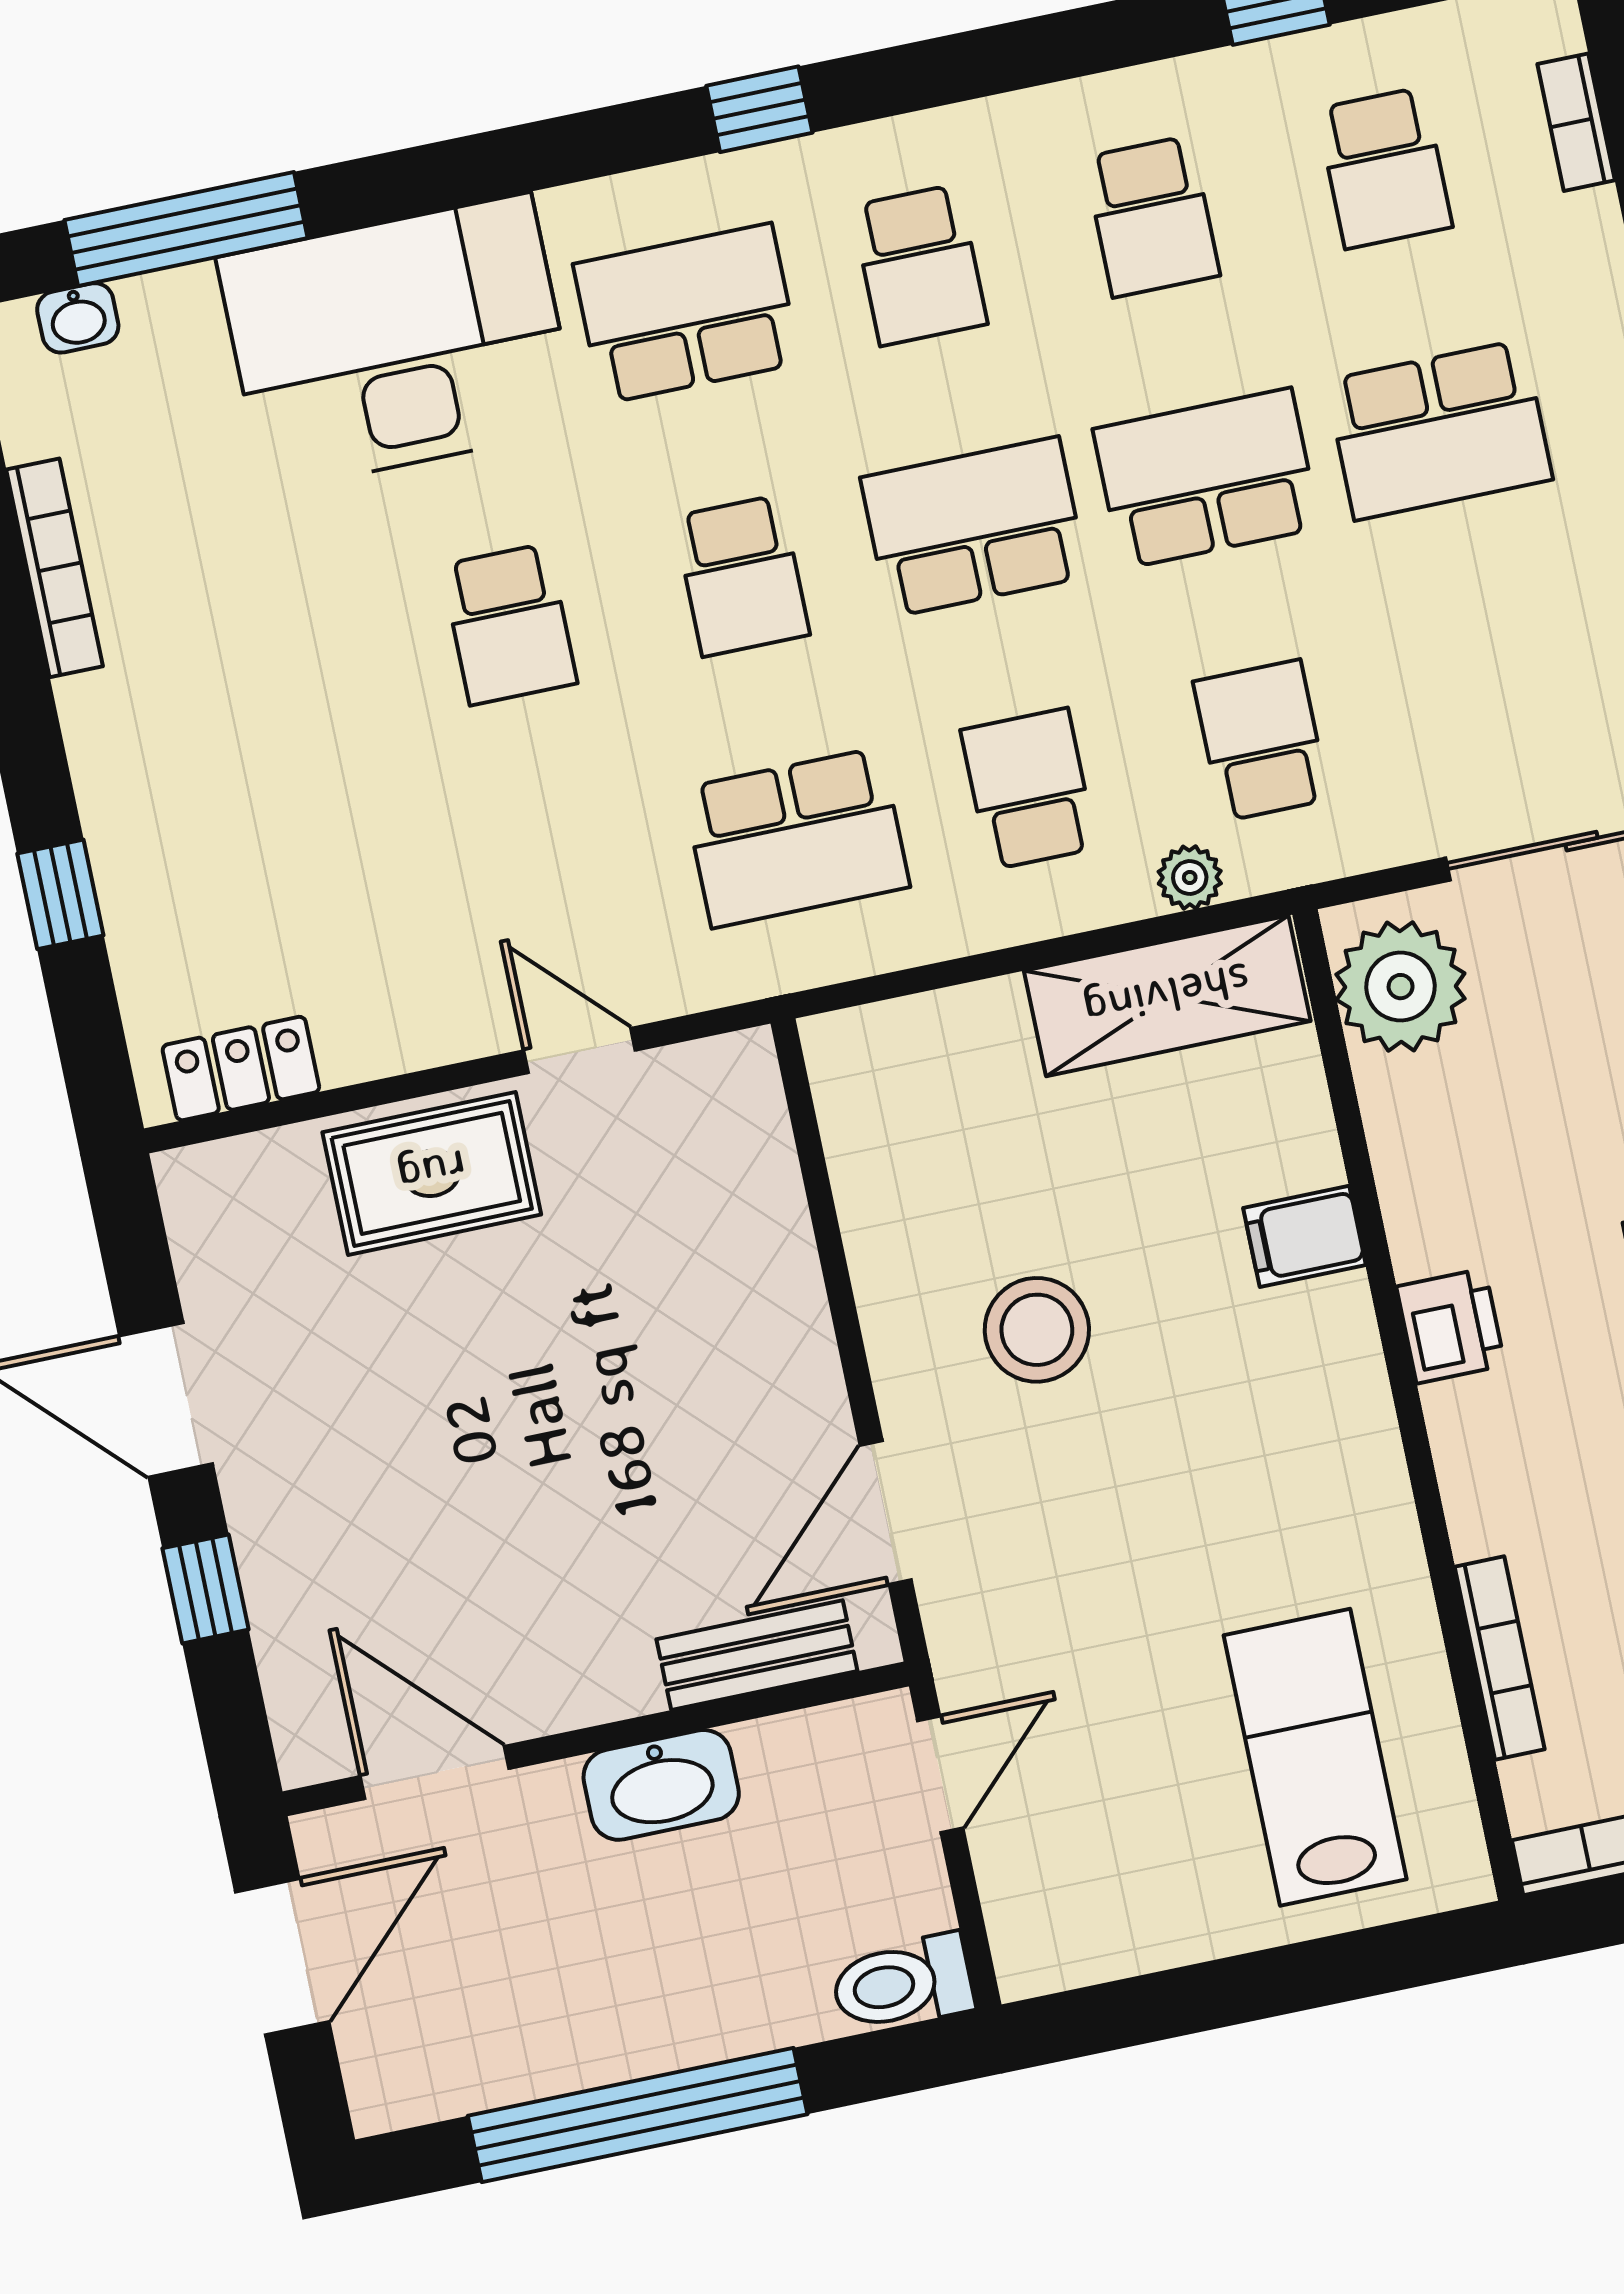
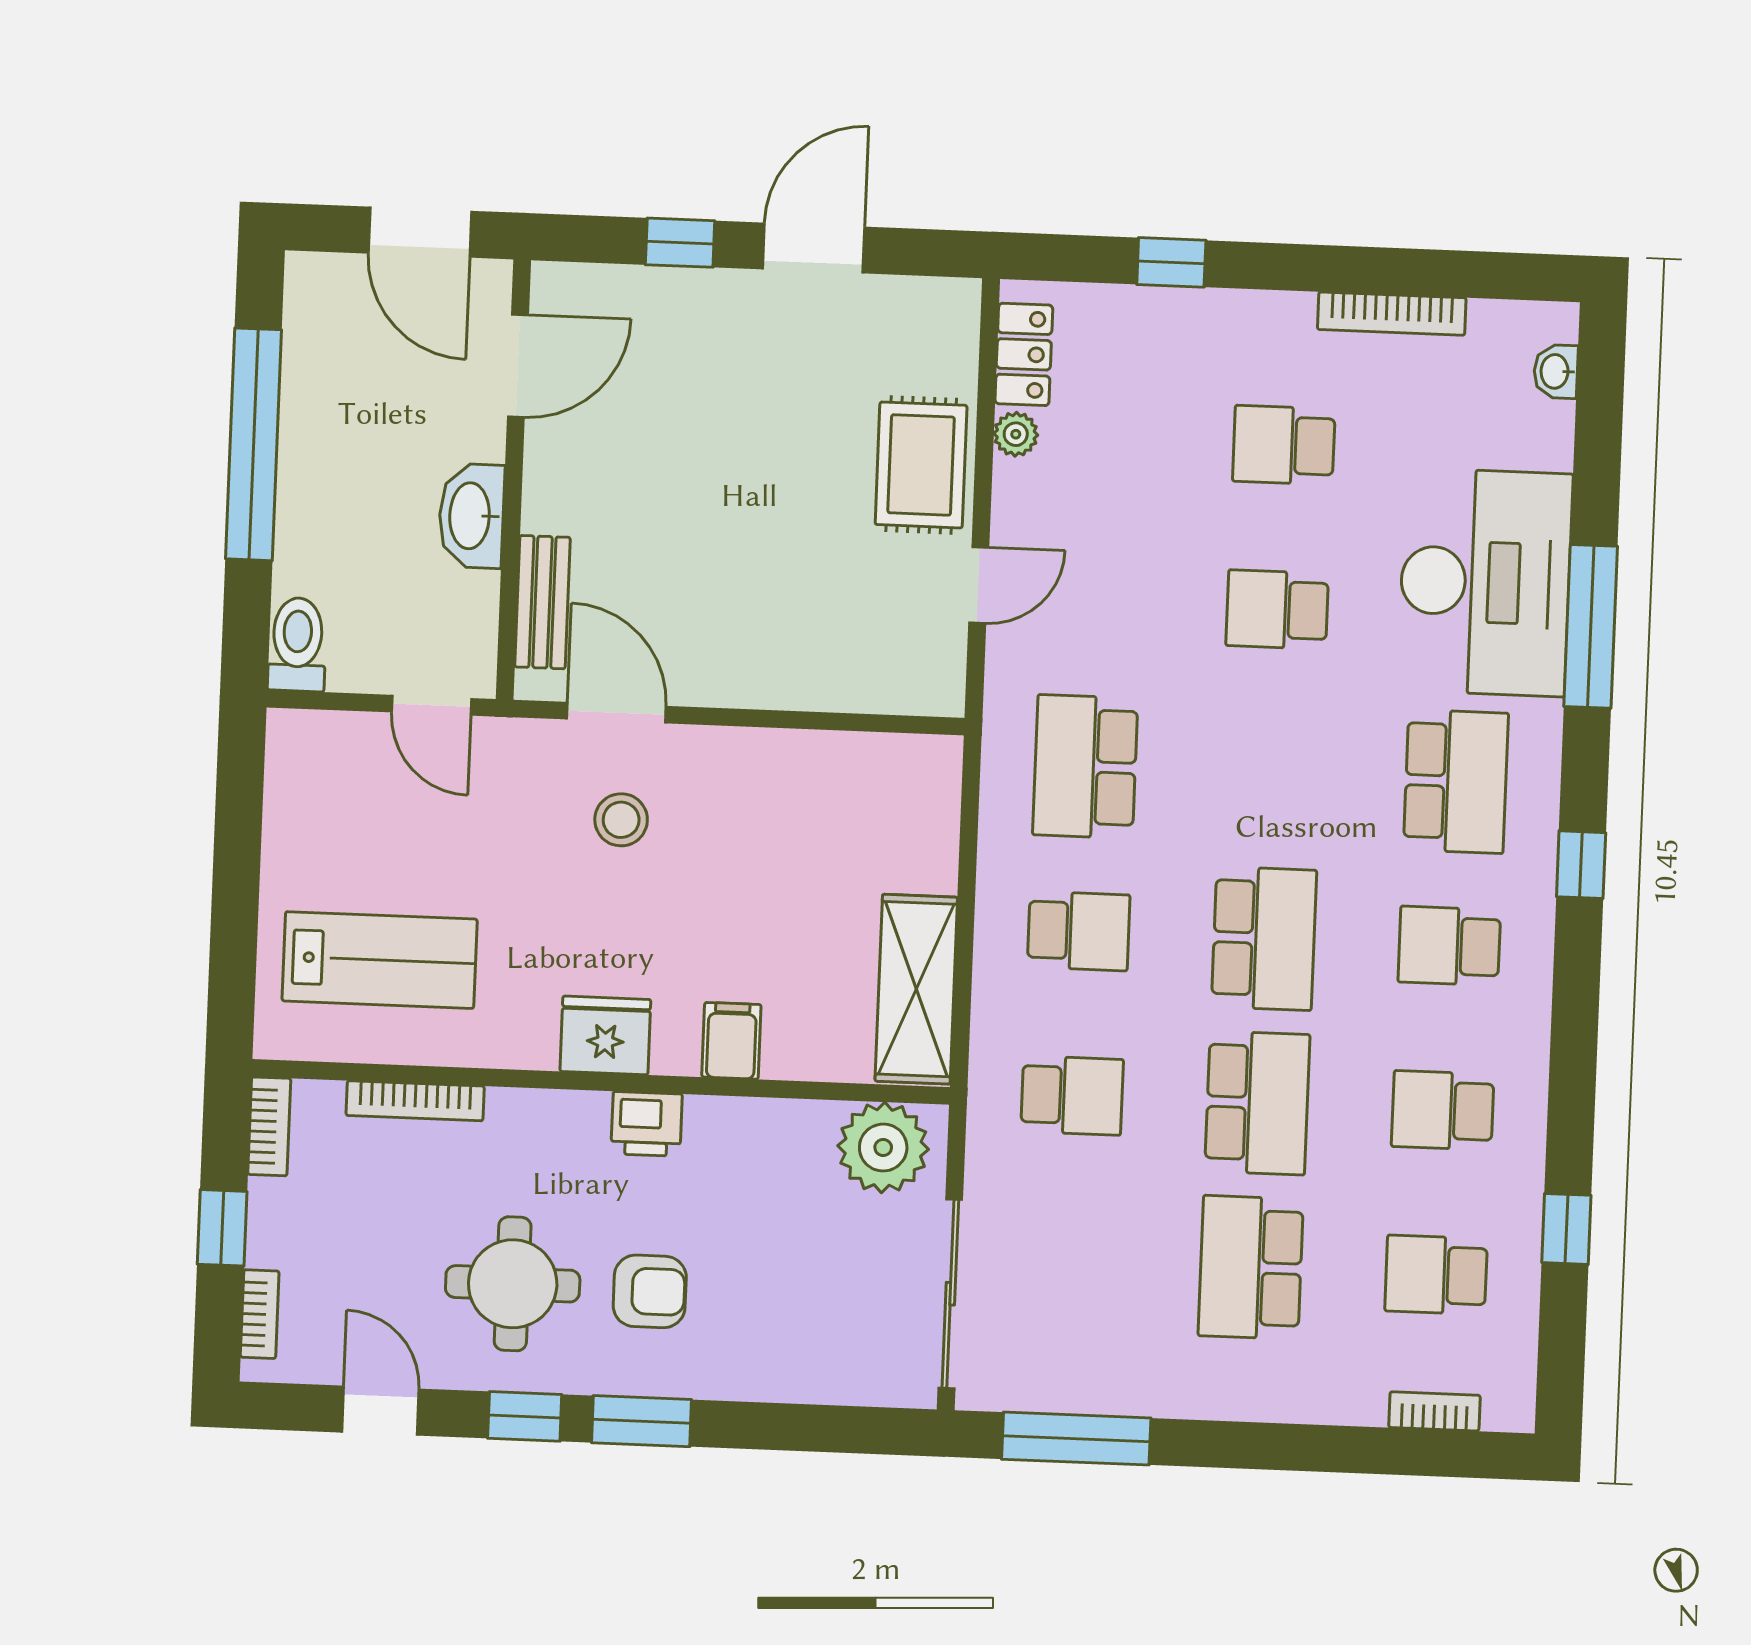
window: (186, 229) -> (1591, 626), moved
school desk: (742, 576) -> (1284, 445), moved
plant: (1190, 877) -> (1016, 434), moved
stool: (1037, 1330) -> (621, 820), moved, width x0.73, depth x0.73
fridge: (1341, 1415) -> (605, 1035), added

